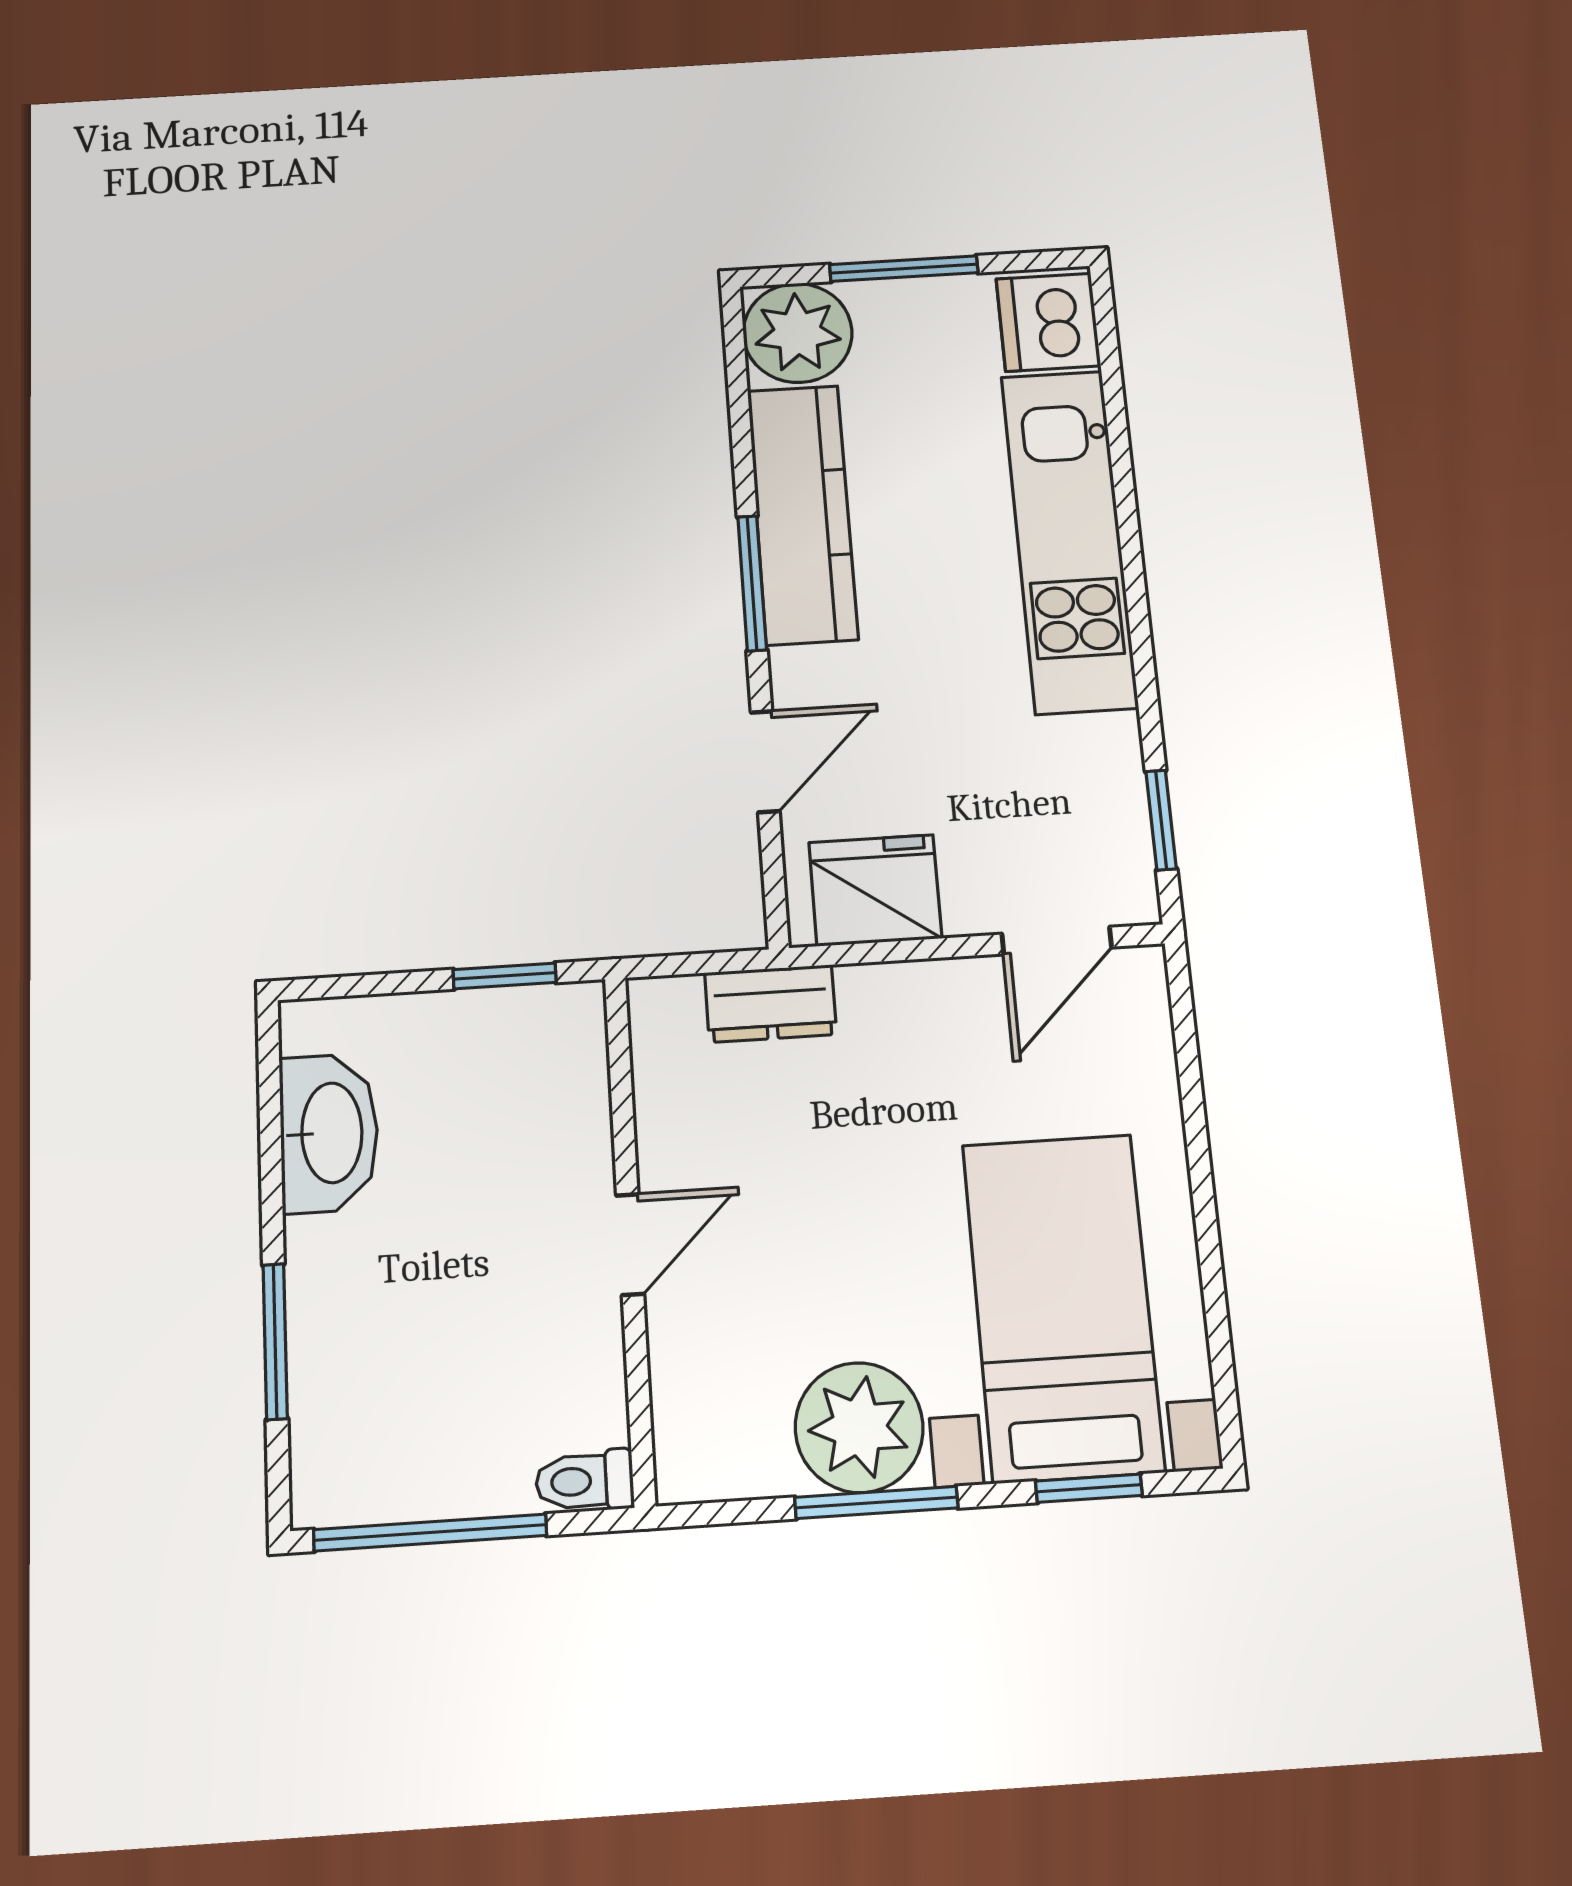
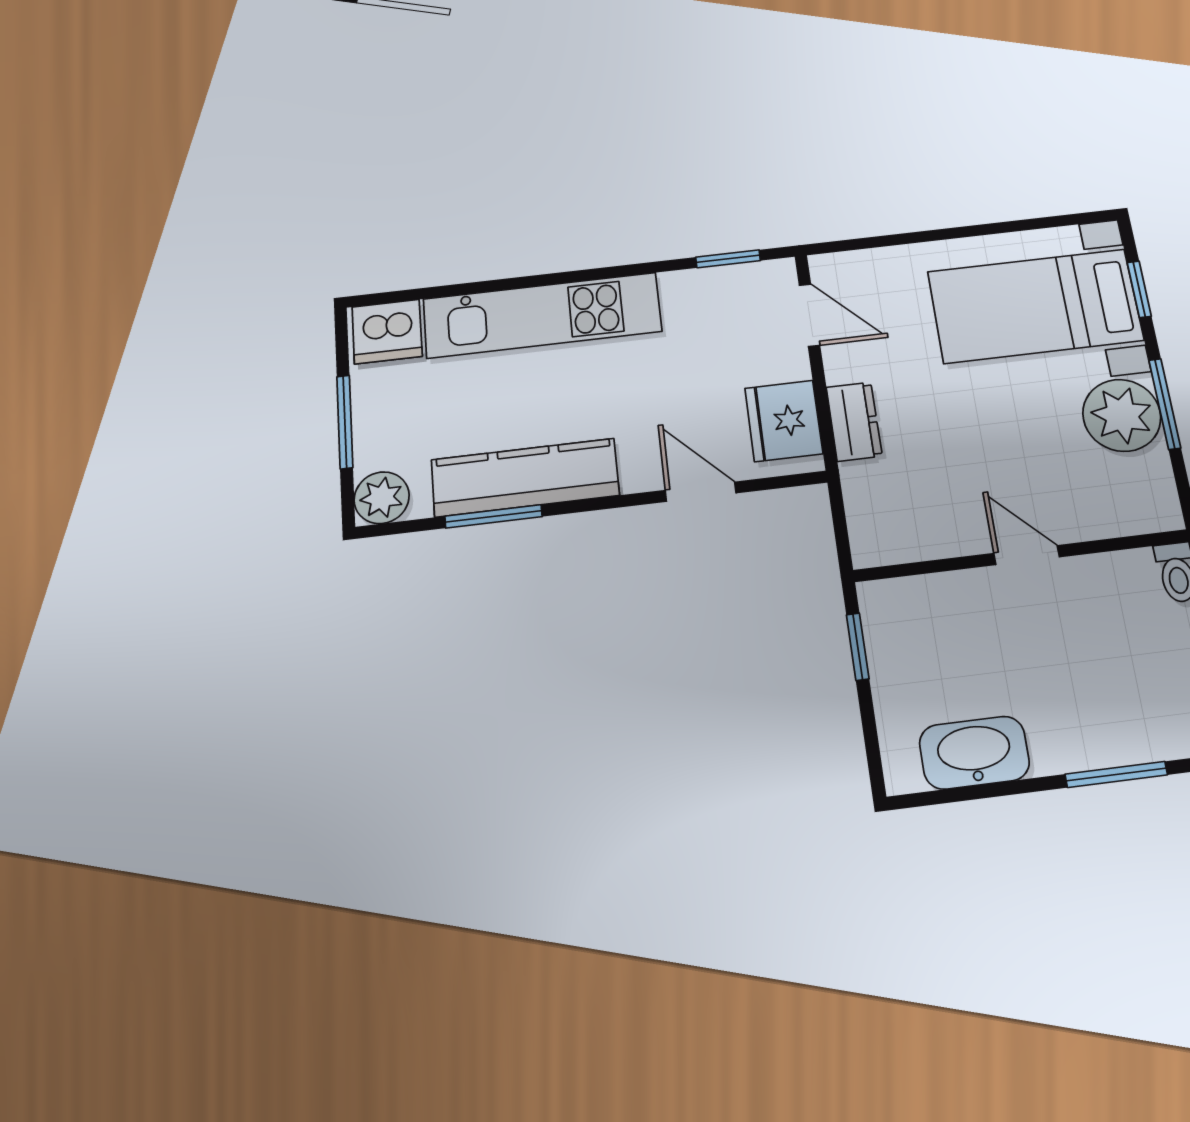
plant: (798, 333) -> (382, 498), width x0.73, depth x0.73
window: (752, 583) -> (494, 516), moved
dresser: (771, 1004) -> (854, 421), moved

